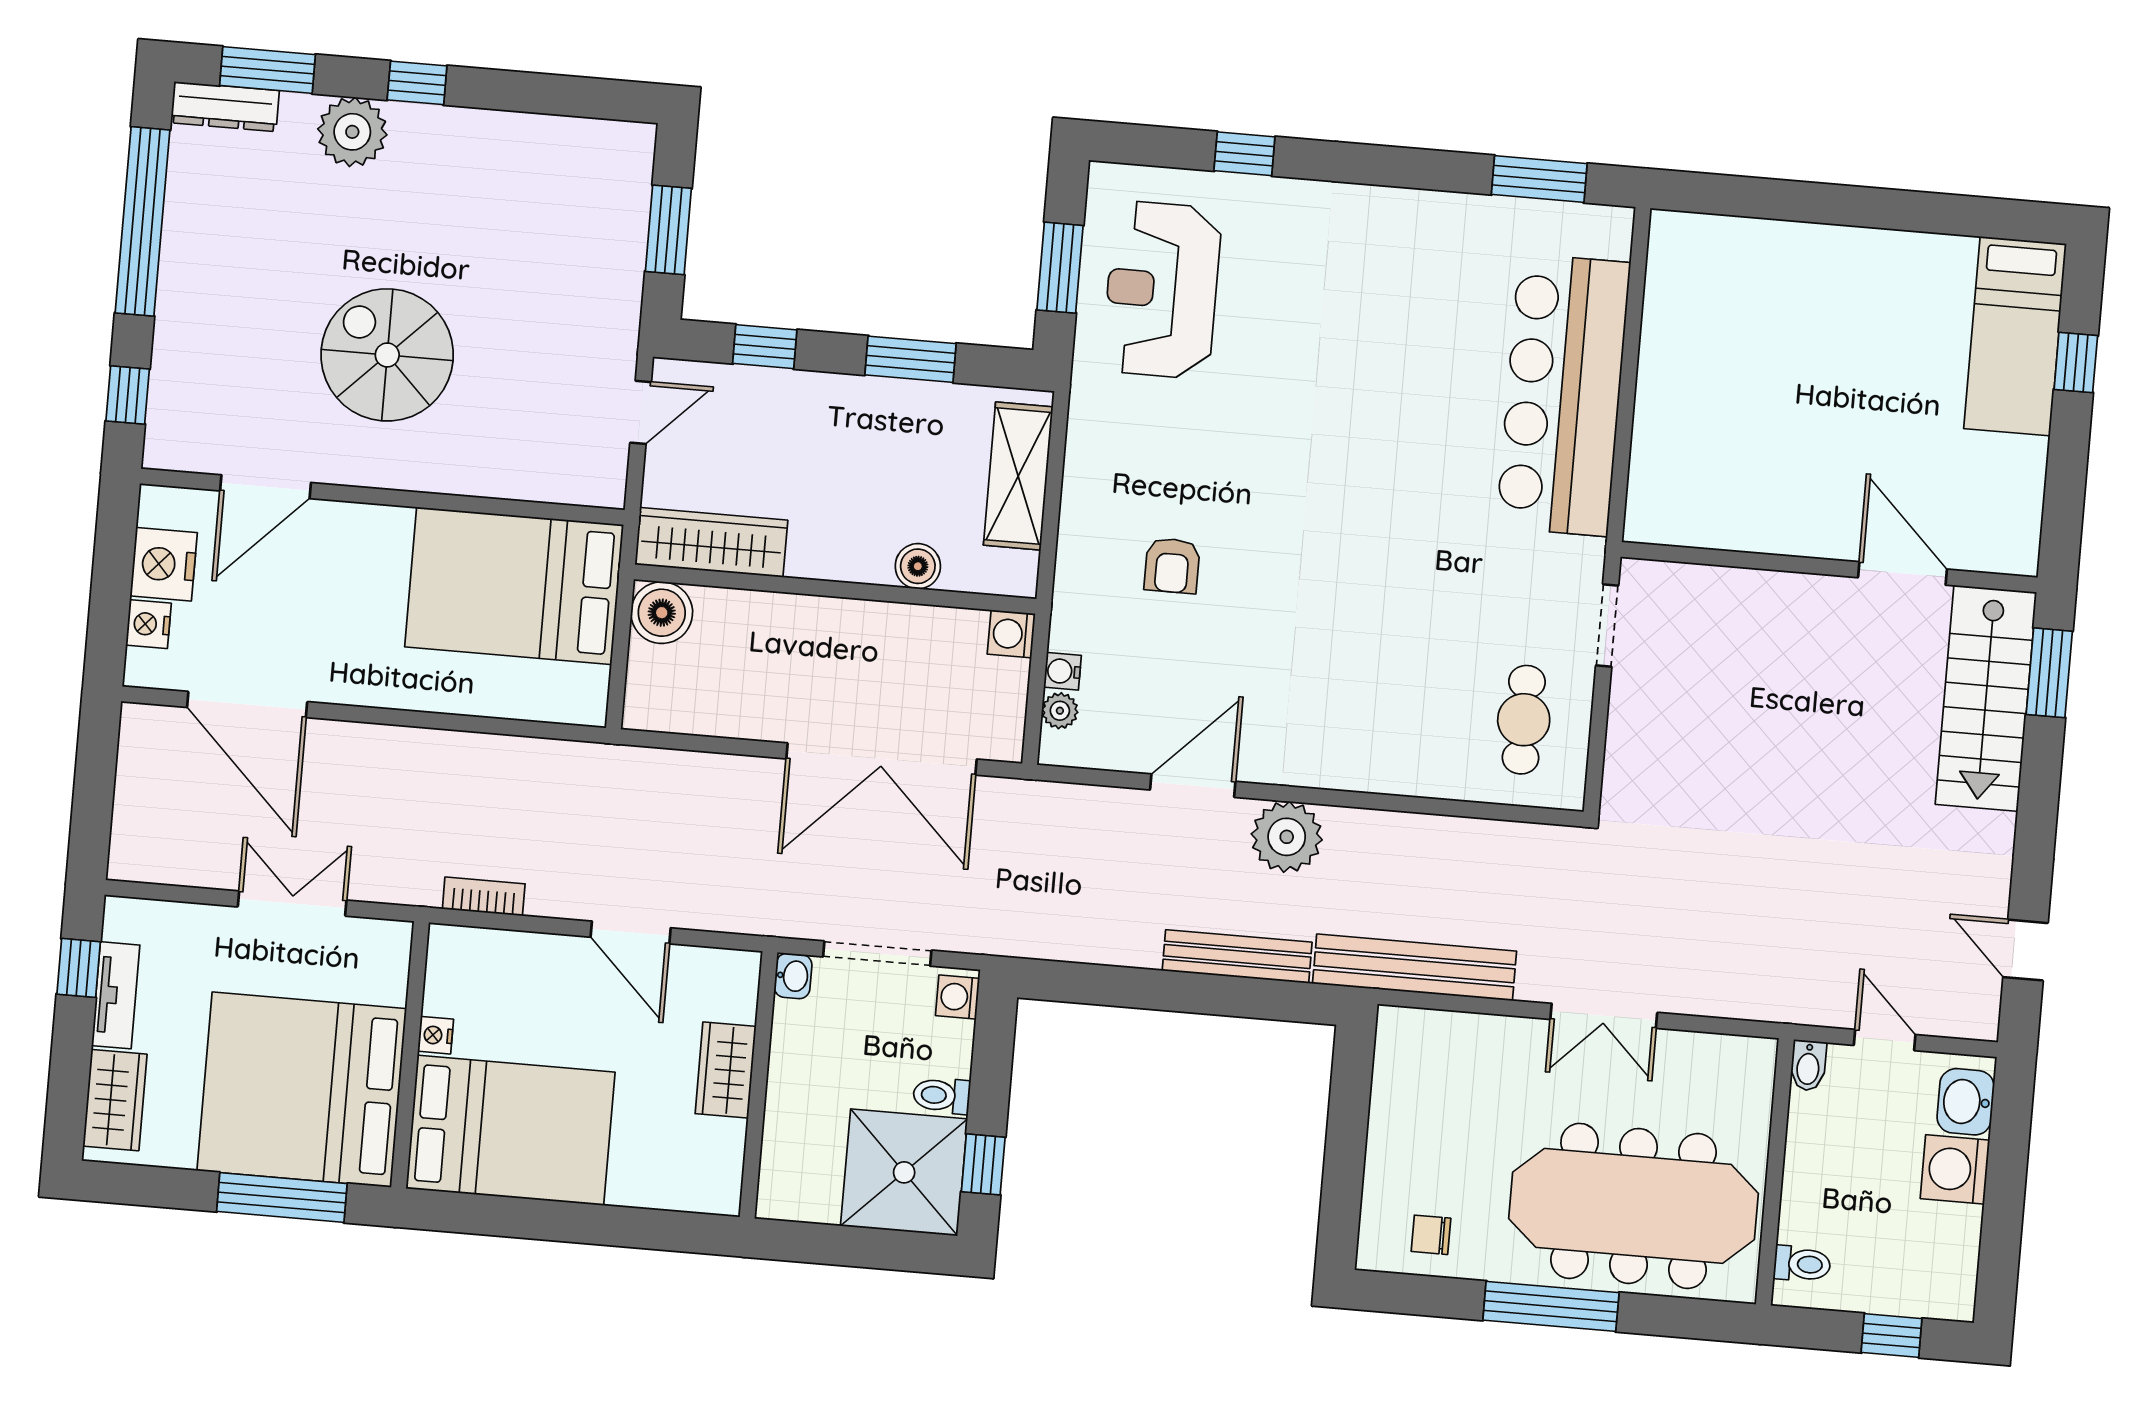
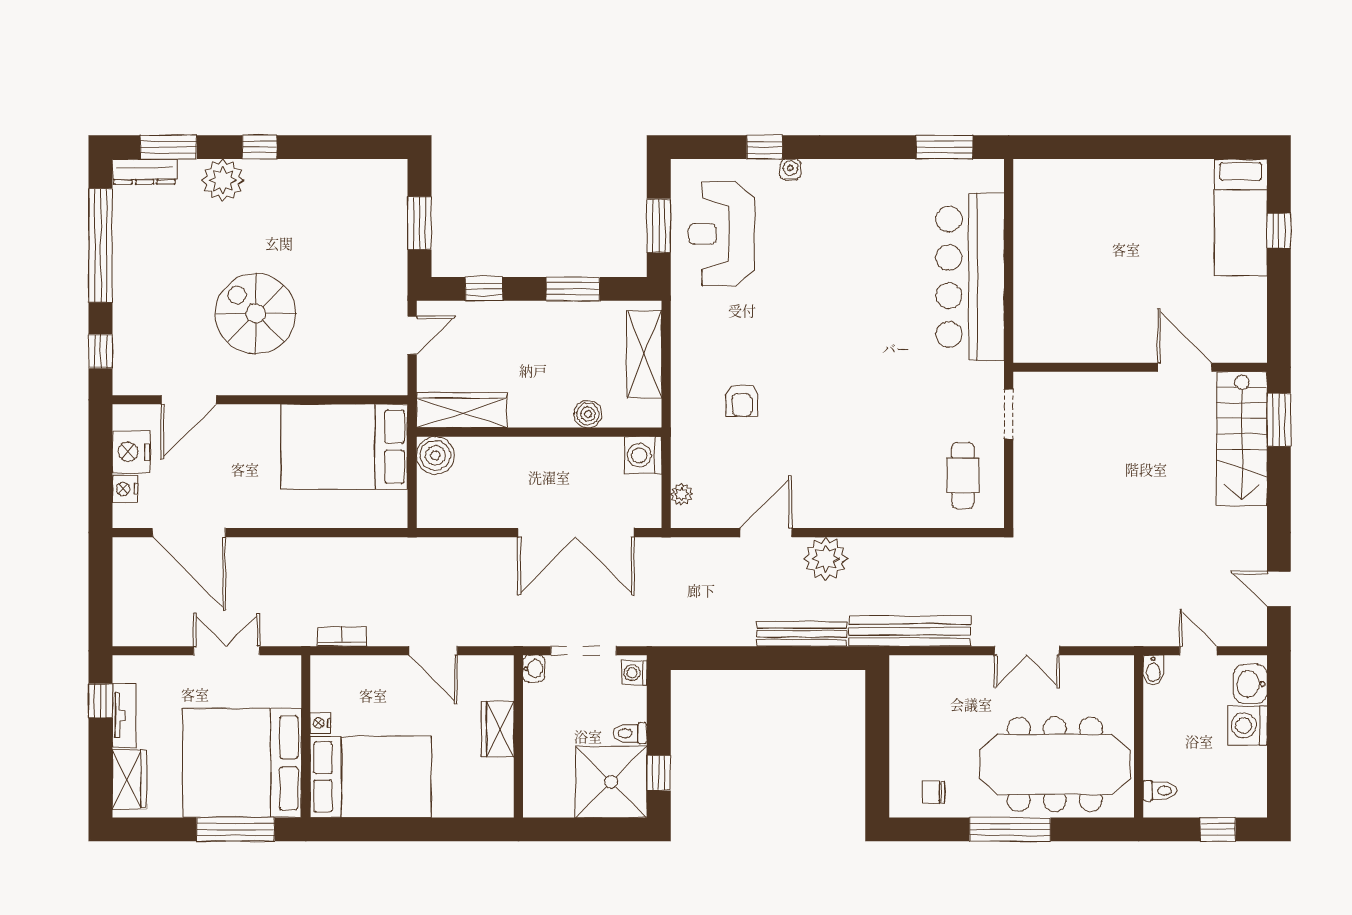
washing machine: (1011, 634) -> (643, 455), width x1.38, depth x1.38
water cooler: (1063, 671) -> (790, 170), moved, turned 90

